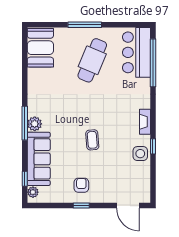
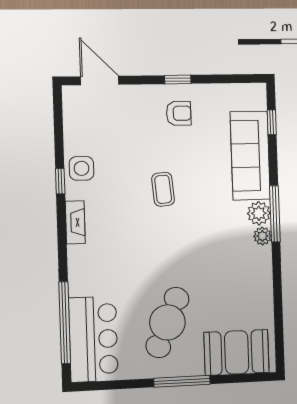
booth: (40, 48) -> (237, 352), moved, turned 90
armchair: (81, 185) -> (179, 113), turned -90
plant: (33, 192) -> (262, 236), moved

